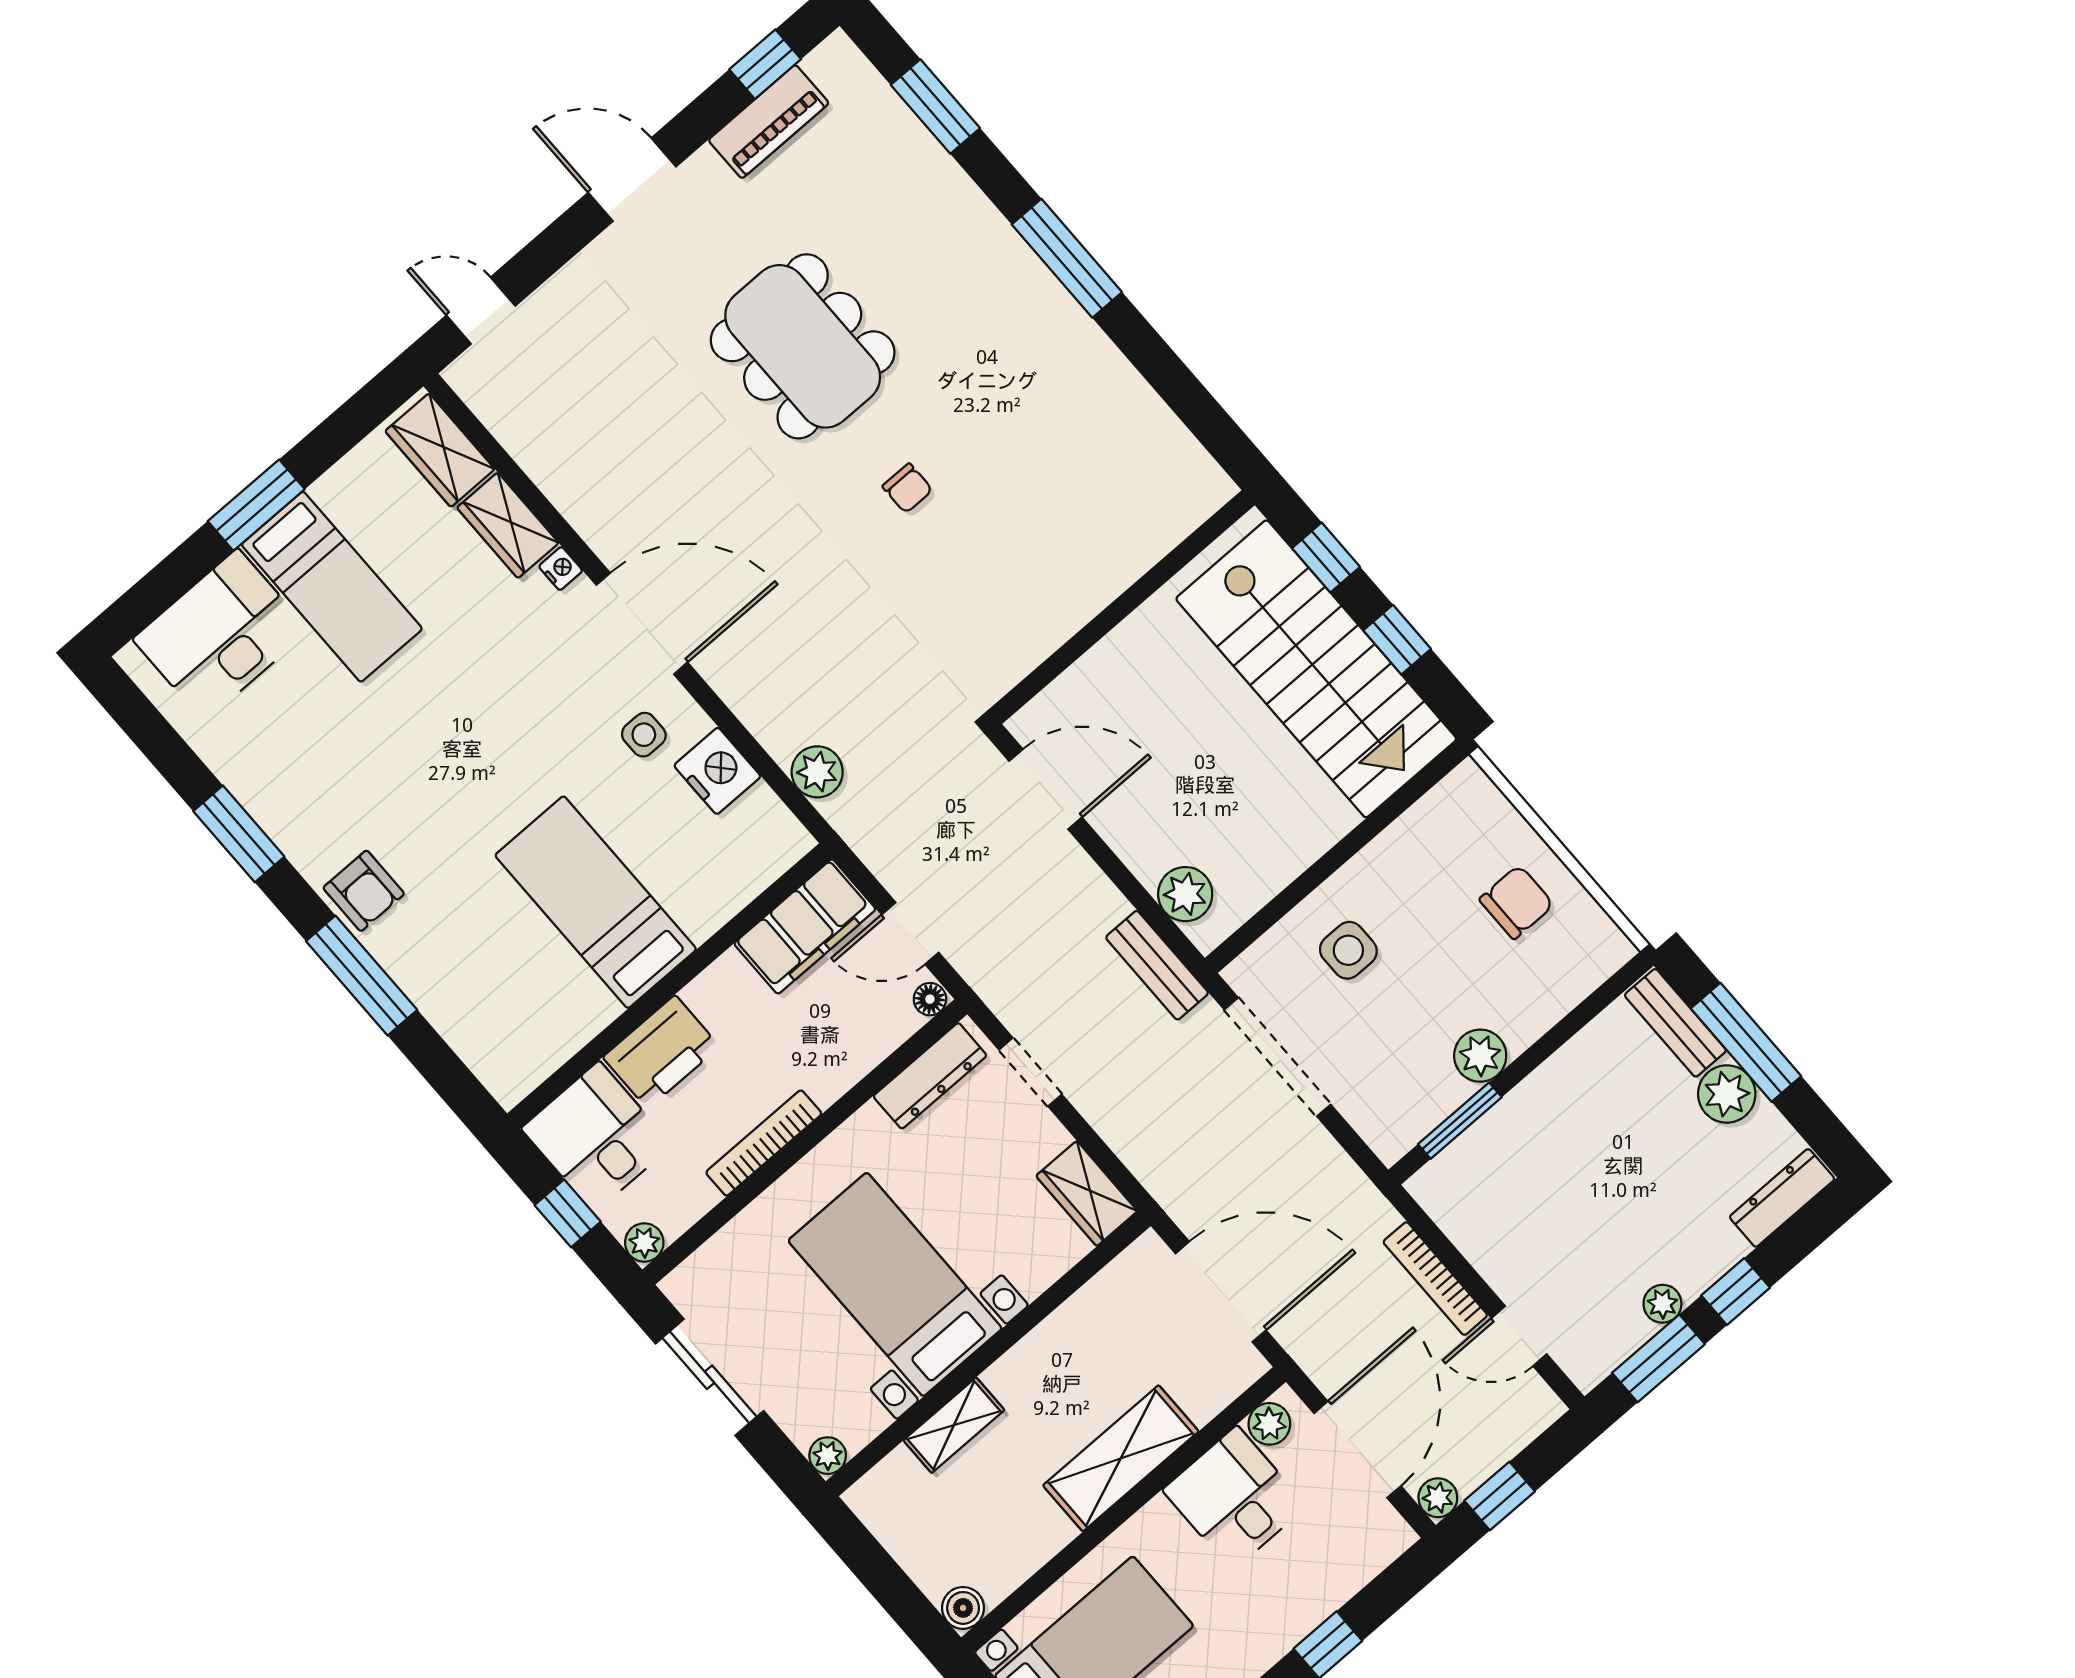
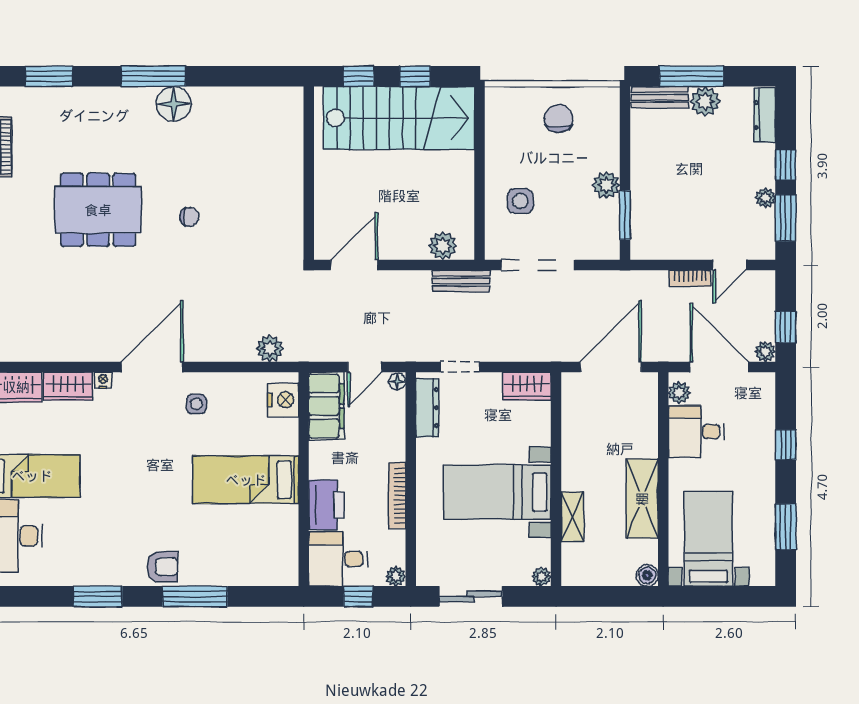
floor lamp: (1052, 323) -> (174, 104), added
nightstand: (717, 771) -> (283, 400), moved, turned 90
bookcase: (1435, 1279) -> (690, 278), width x0.64
shelving: (1121, 1458) -> (642, 499), moved

